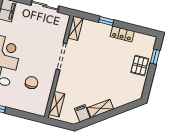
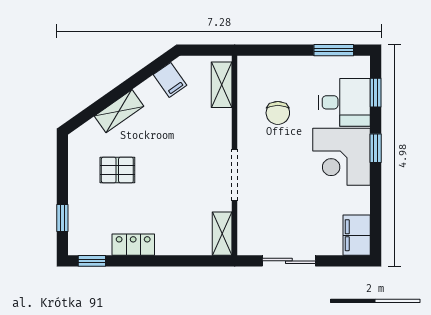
window: (106, 21) -> (92, 261), moved
pallet: (140, 66) -> (117, 170), moved, turned 90
shelving: (100, 108) -> (119, 111), moved

